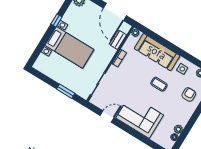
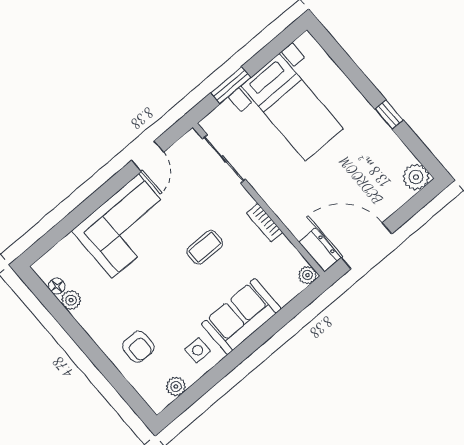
dresser: (118, 40) -> (320, 250), moved
bed with nightstands: (69, 47) -> (292, 107), moved, turned -90
sofa: (157, 52) -> (241, 316), width x0.73
coffee table: (159, 84) -> (205, 247), moved

